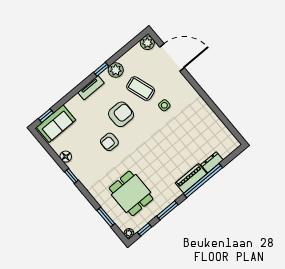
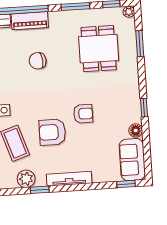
tv unit: (91, 88) -> (69, 179), width x1.41
sofa: (56, 124) -> (132, 160), moved, turned -90
chair: (166, 155) -> (38, 61), added

